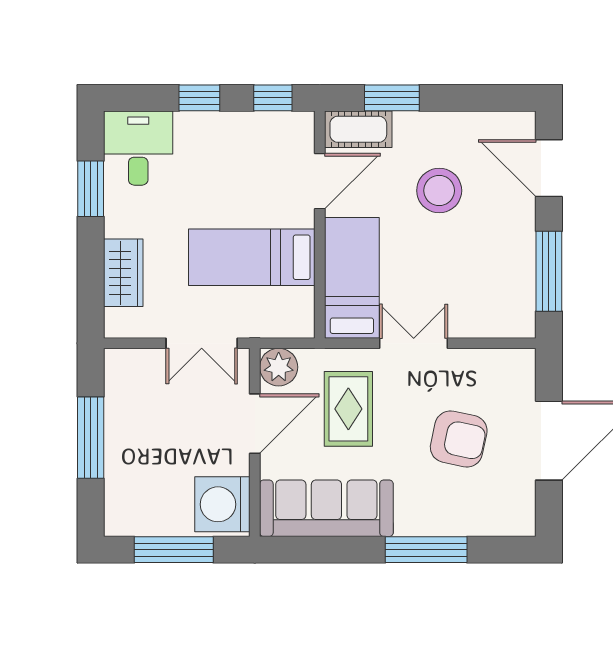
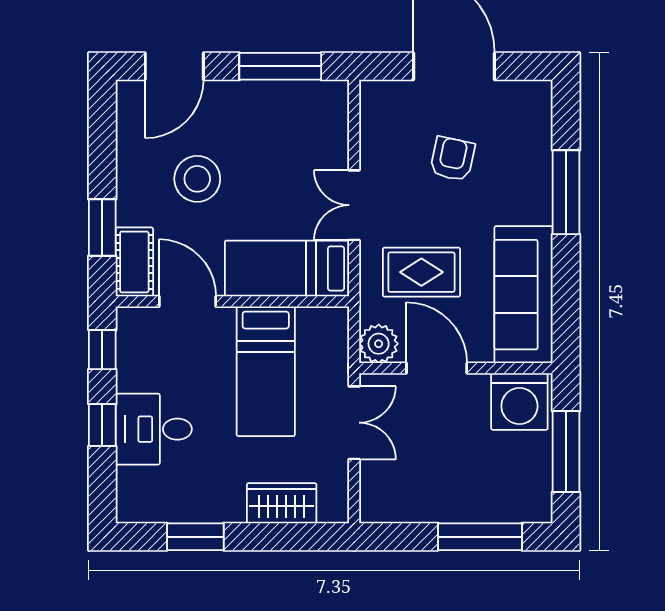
desk: (138, 148) -> (154, 429), moved
window: (91, 438) -> (480, 537), moved
armchair: (459, 439) -> (452, 159), width x0.72, depth x0.72

